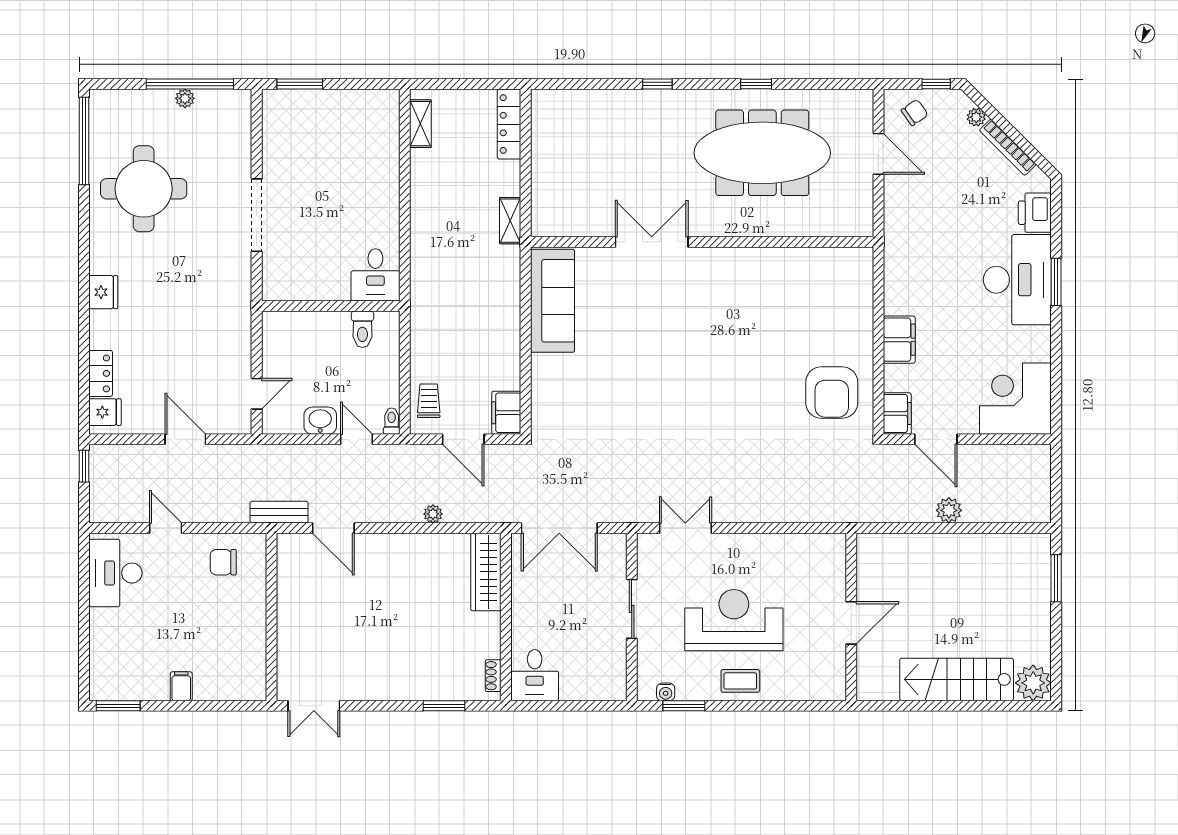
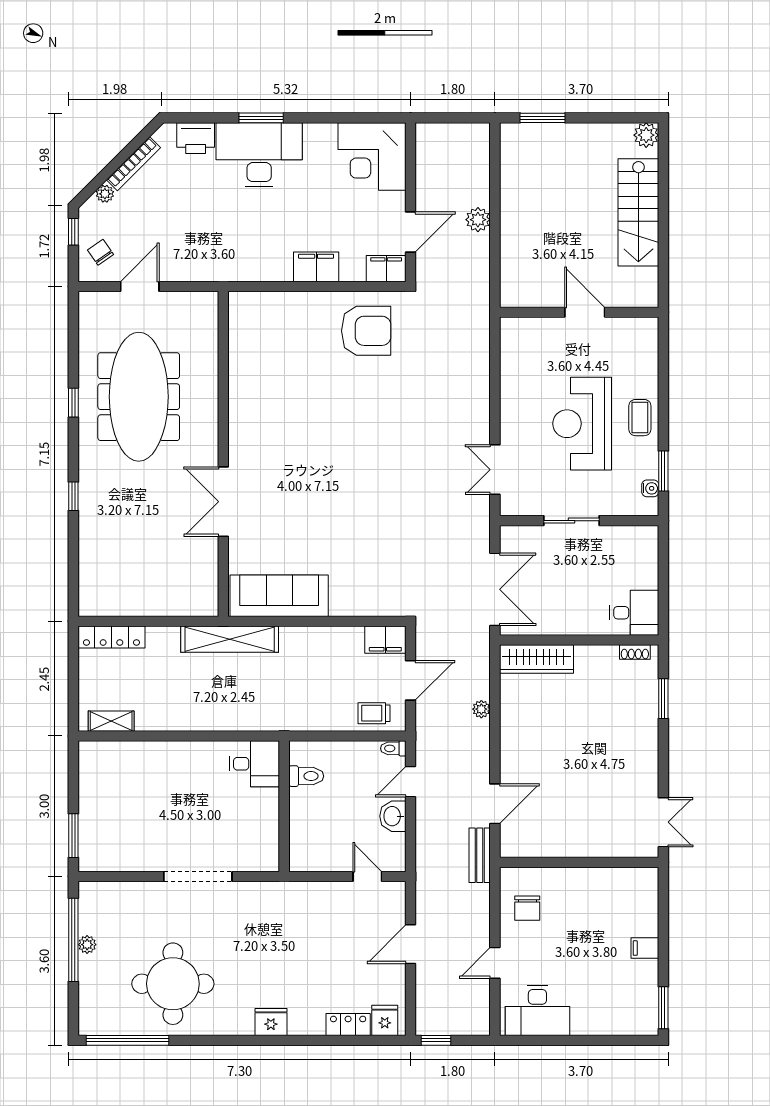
shelving: (510, 221) -> (230, 639), width x2.20, depth x1.33
plant: (1033, 683) -> (646, 135), width x0.73, depth x0.73

